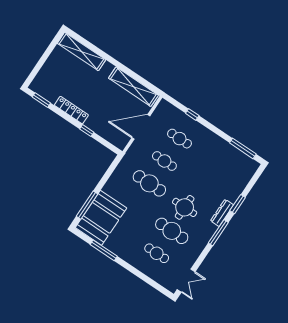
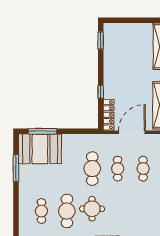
locker: (71, 110) -> (109, 115), moved
door: (141, 127) -> (132, 132), hinge flipped

